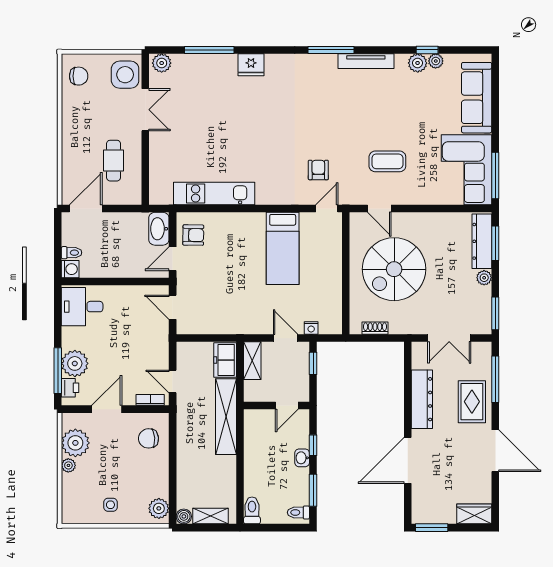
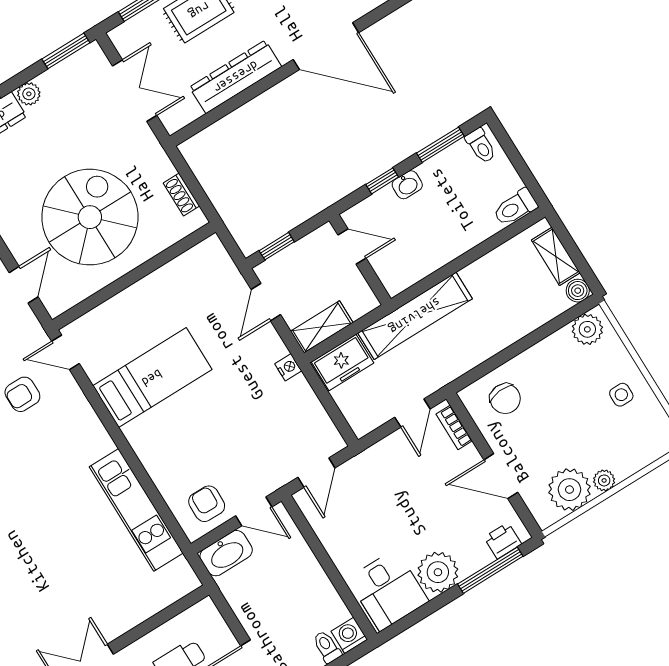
spiral stairs: (394, 269) -> (90, 217), turned -90
nightstand: (311, 328) -> (288, 367), moved
plant: (75, 363) -> (438, 572), moved

